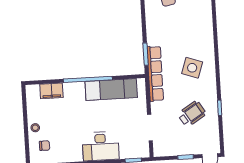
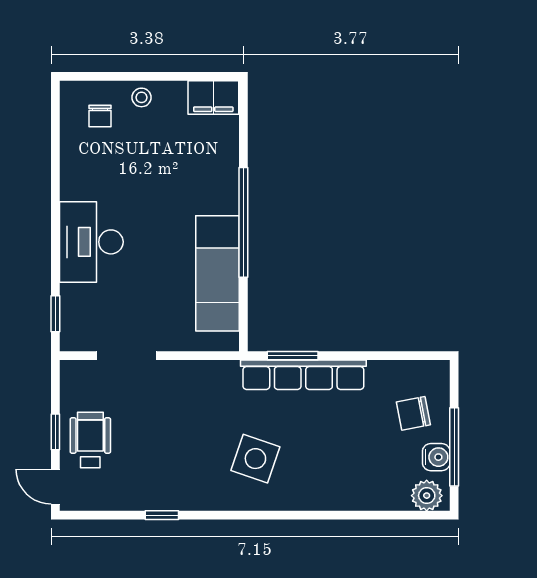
row of seats: (155, 74) -> (303, 375), moved
filing cabinet: (51, 91) -> (213, 97), moved, turned -90
wheelchair: (192, 114) -> (90, 440), moved, turned -148

